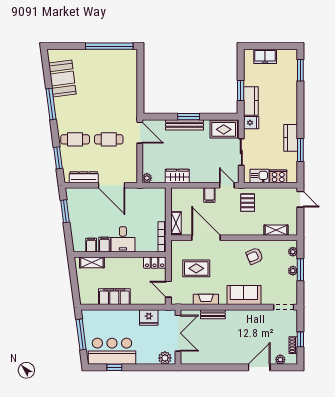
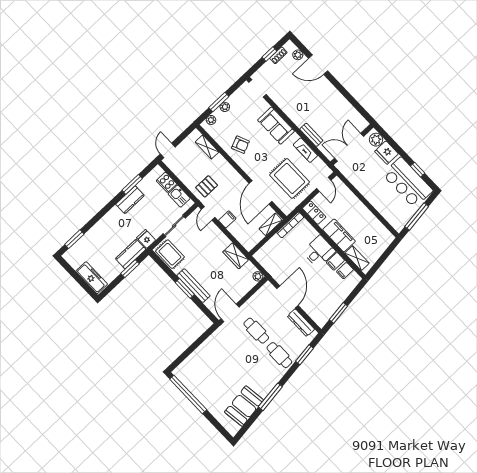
freezer: (265, 56) -> (92, 278), width x1.40
rug: (196, 268) -> (290, 178), width x1.36, depth x1.43
filing cabinet: (114, 297) -> (339, 235), moved, turned 180
fridge: (149, 317) -> (387, 153), moved, turned 180

